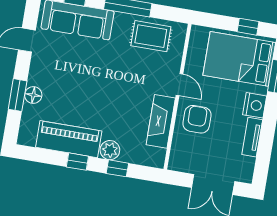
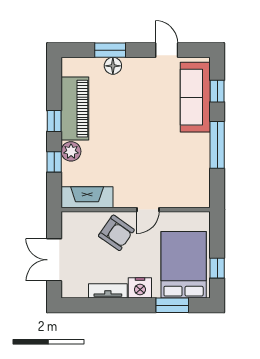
rug: (151, 36) -> (191, 173), removed
armchair: (197, 119) -> (116, 233), turned 35
fireplace: (161, 121) -> (87, 197), moved

